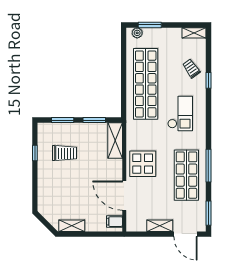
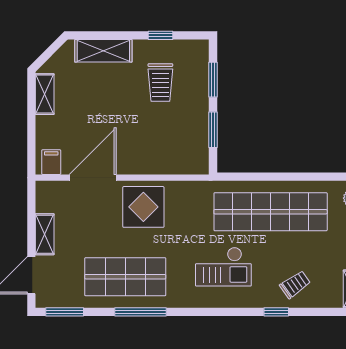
shelving: (115, 140) -> (103, 51), moved

